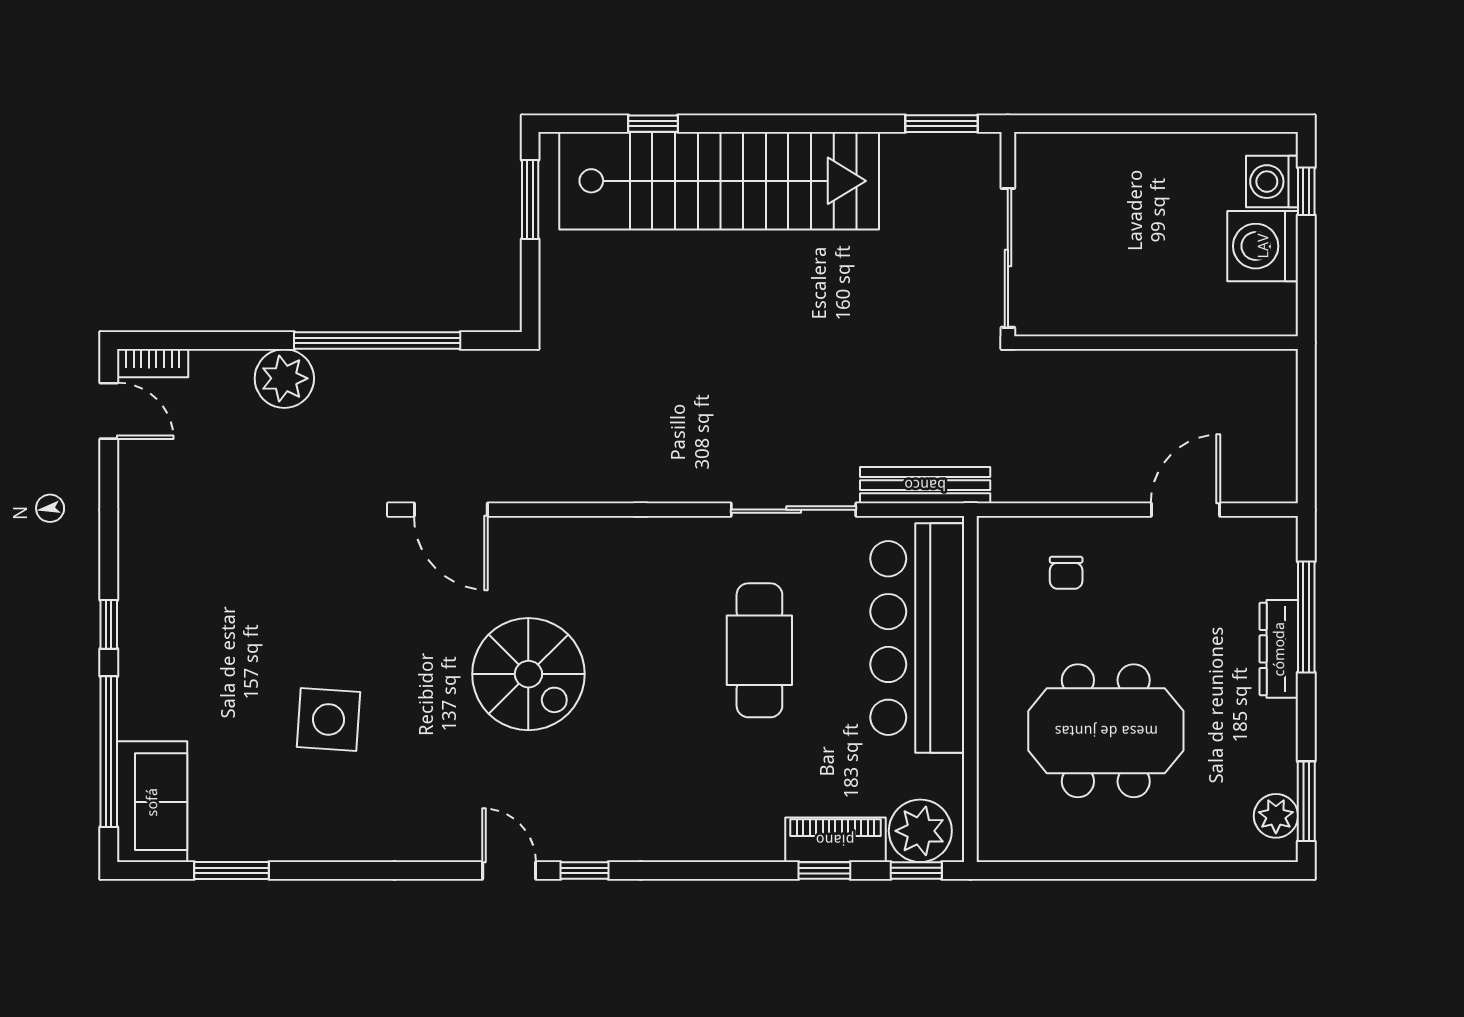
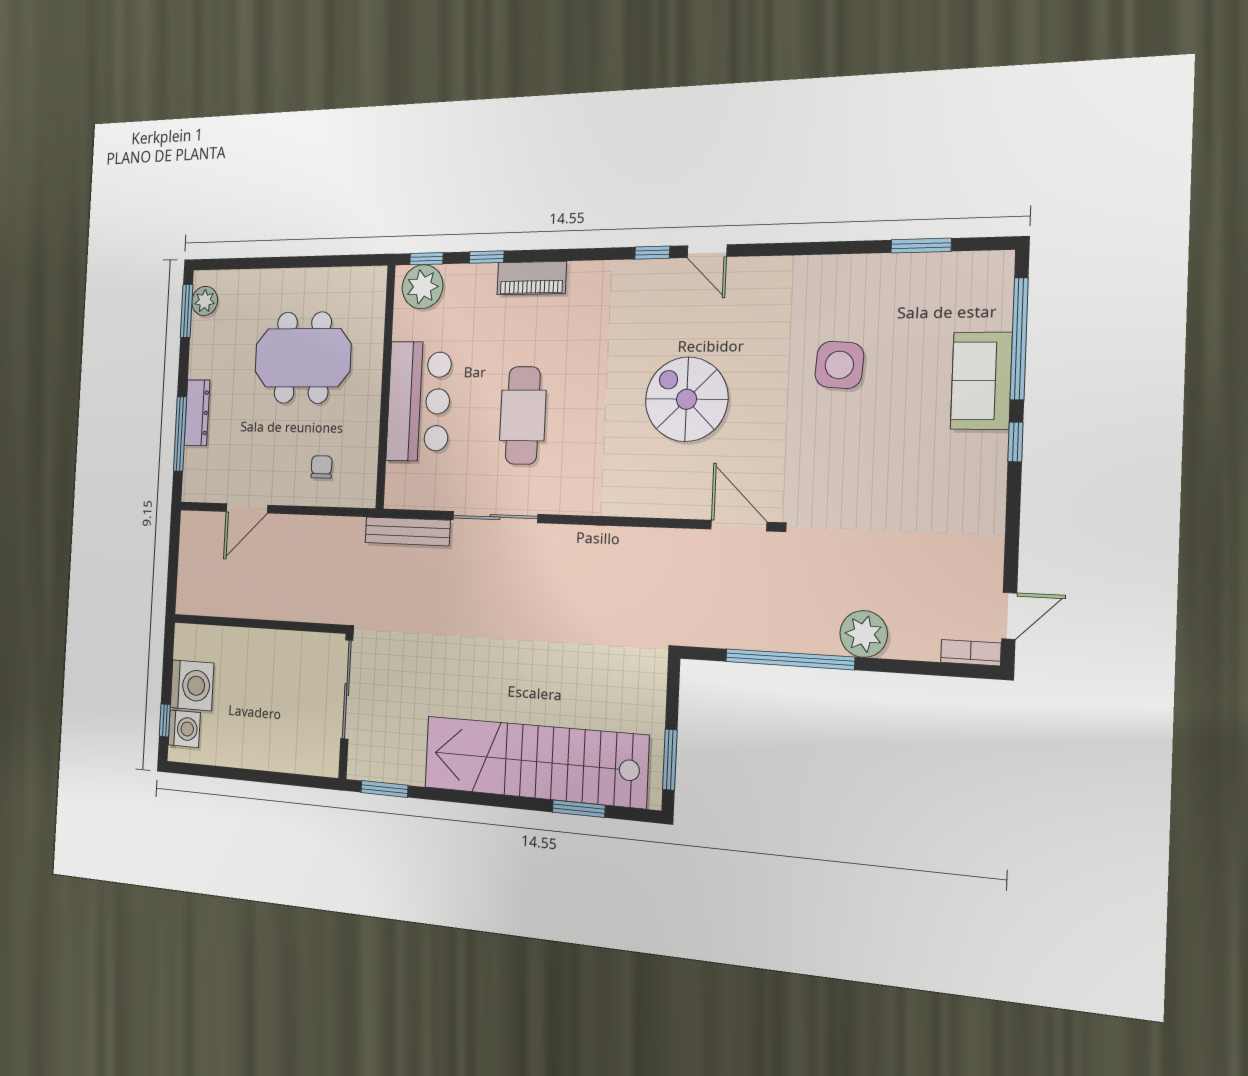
window: (653, 124) -> (579, 809), width x1.50
door: (109, 411) -> (1009, 616), swing flipped
bar counter: (917, 638) -> (419, 401), width x0.73
sofa: (152, 802) -> (981, 381), moved
piano: (835, 840) -> (532, 278), moved

